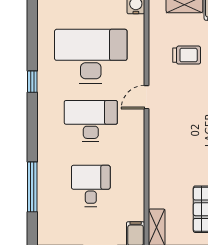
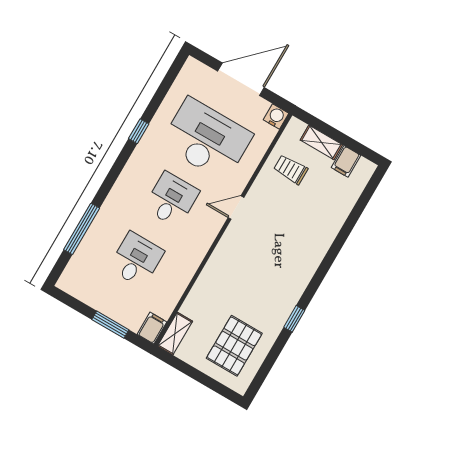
trolley: (187, 55) -> (291, 169), moved, turned 180
desk: (91, 121) -> (172, 200), width x0.73

